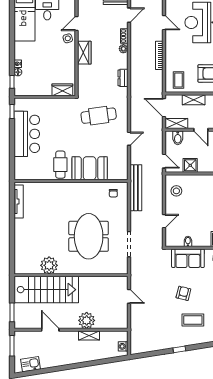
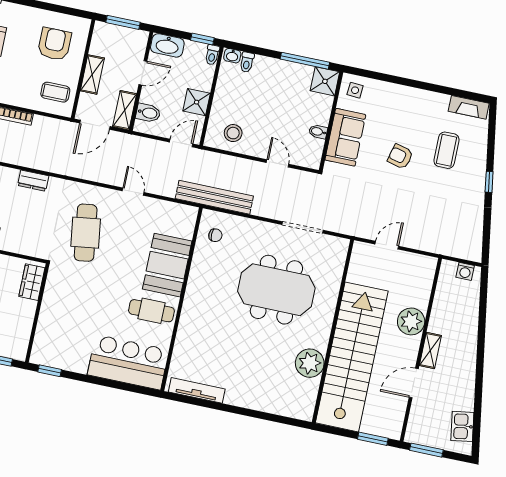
bar counter: (27, 134) -> (128, 362), moved
stairs: (46, 290) -> (352, 357), width x1.36
shelving: (89, 336) -> (430, 351), moved

